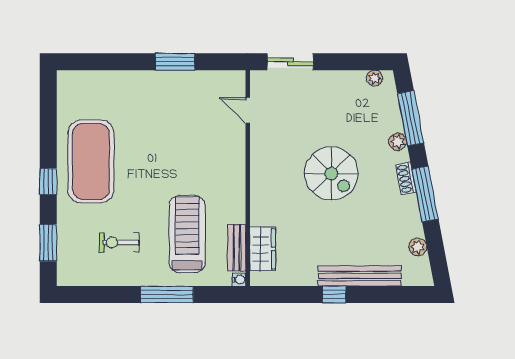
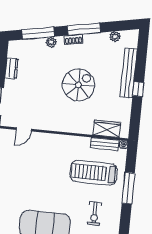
plant: (375, 78) -> (12, 52), removed
dresser: (348, 80) -> (12, 68), added
spiral stairs: (331, 173) -> (78, 85), moved

